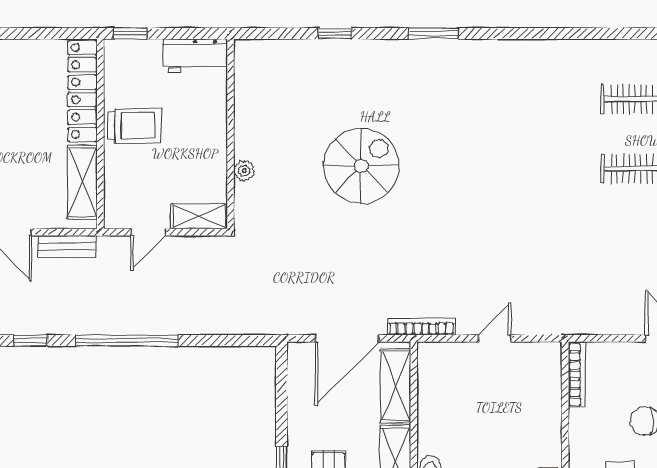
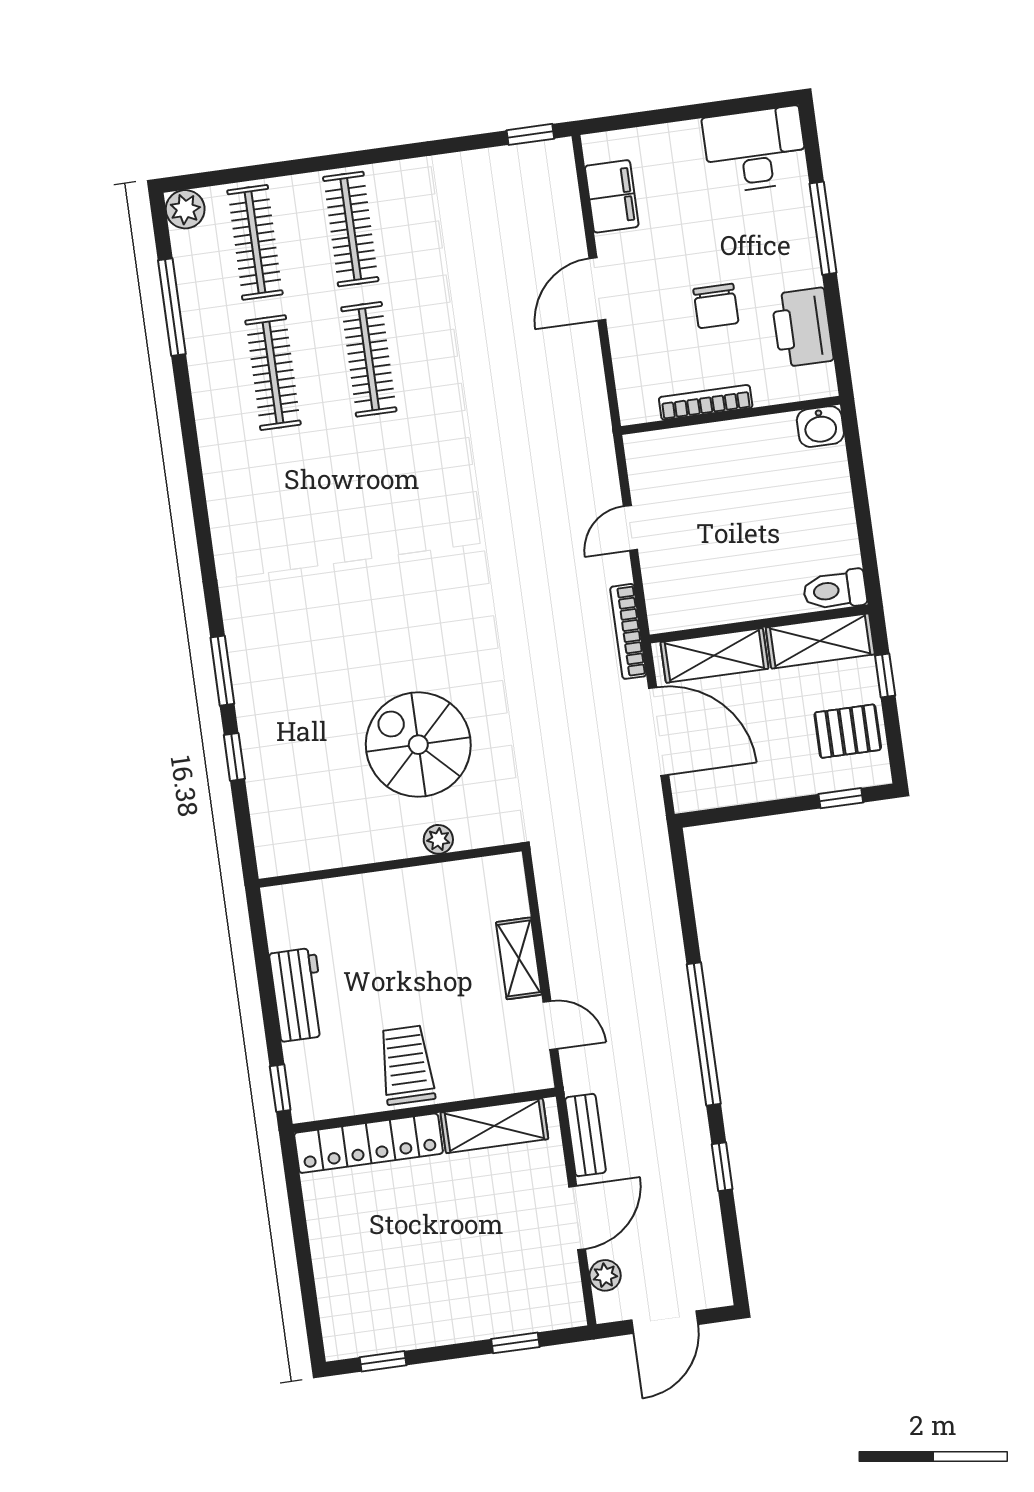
window: (335, 34) -> (234, 757), moved
wall: (230, 134) -> (390, 865), moved
plant: (244, 171) -> (438, 839), moved
door: (495, 338) -> (630, 528), hinge flipped
bookcase: (577, 375) -> (706, 402), moved

